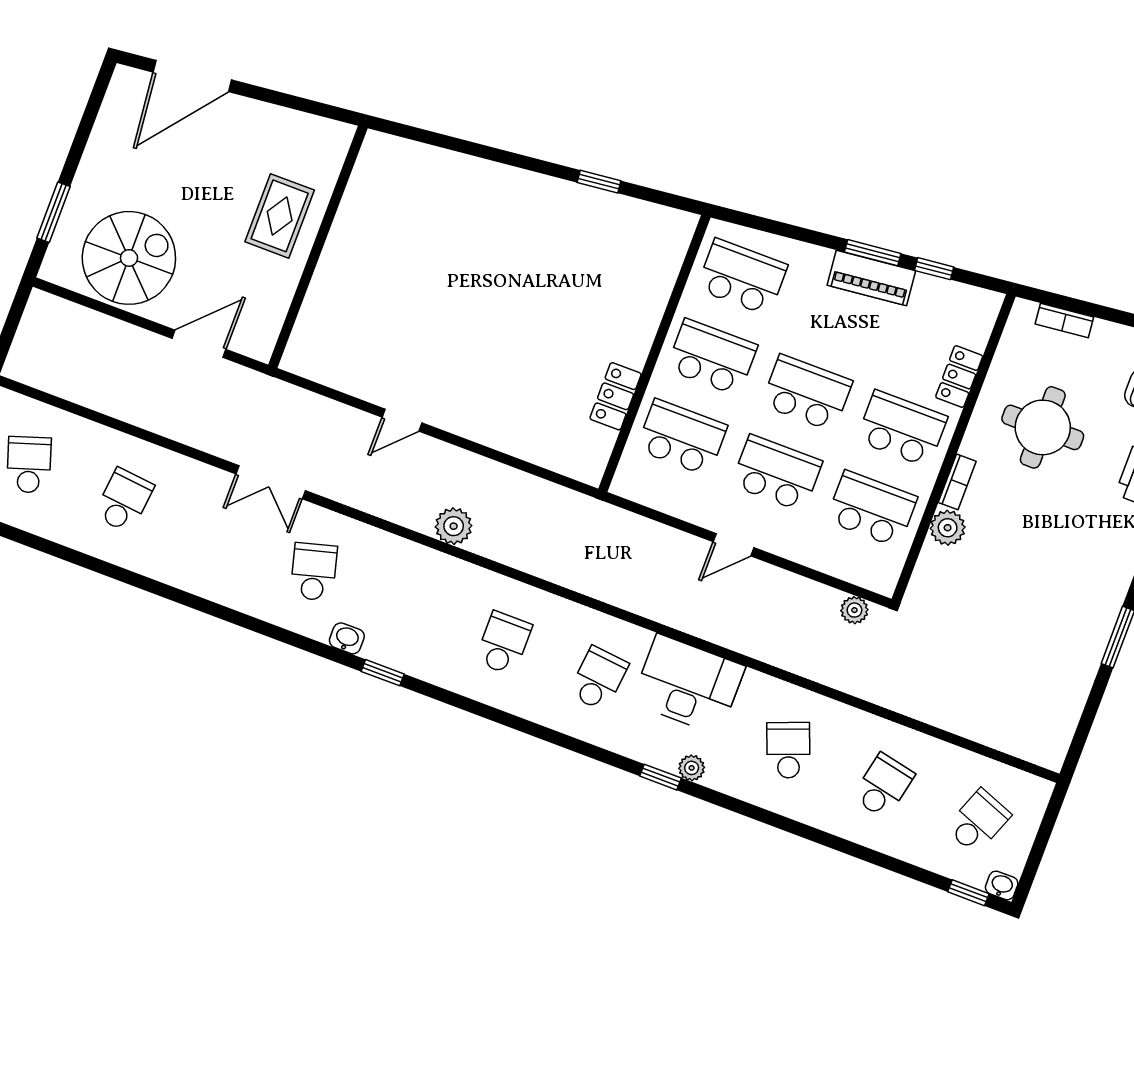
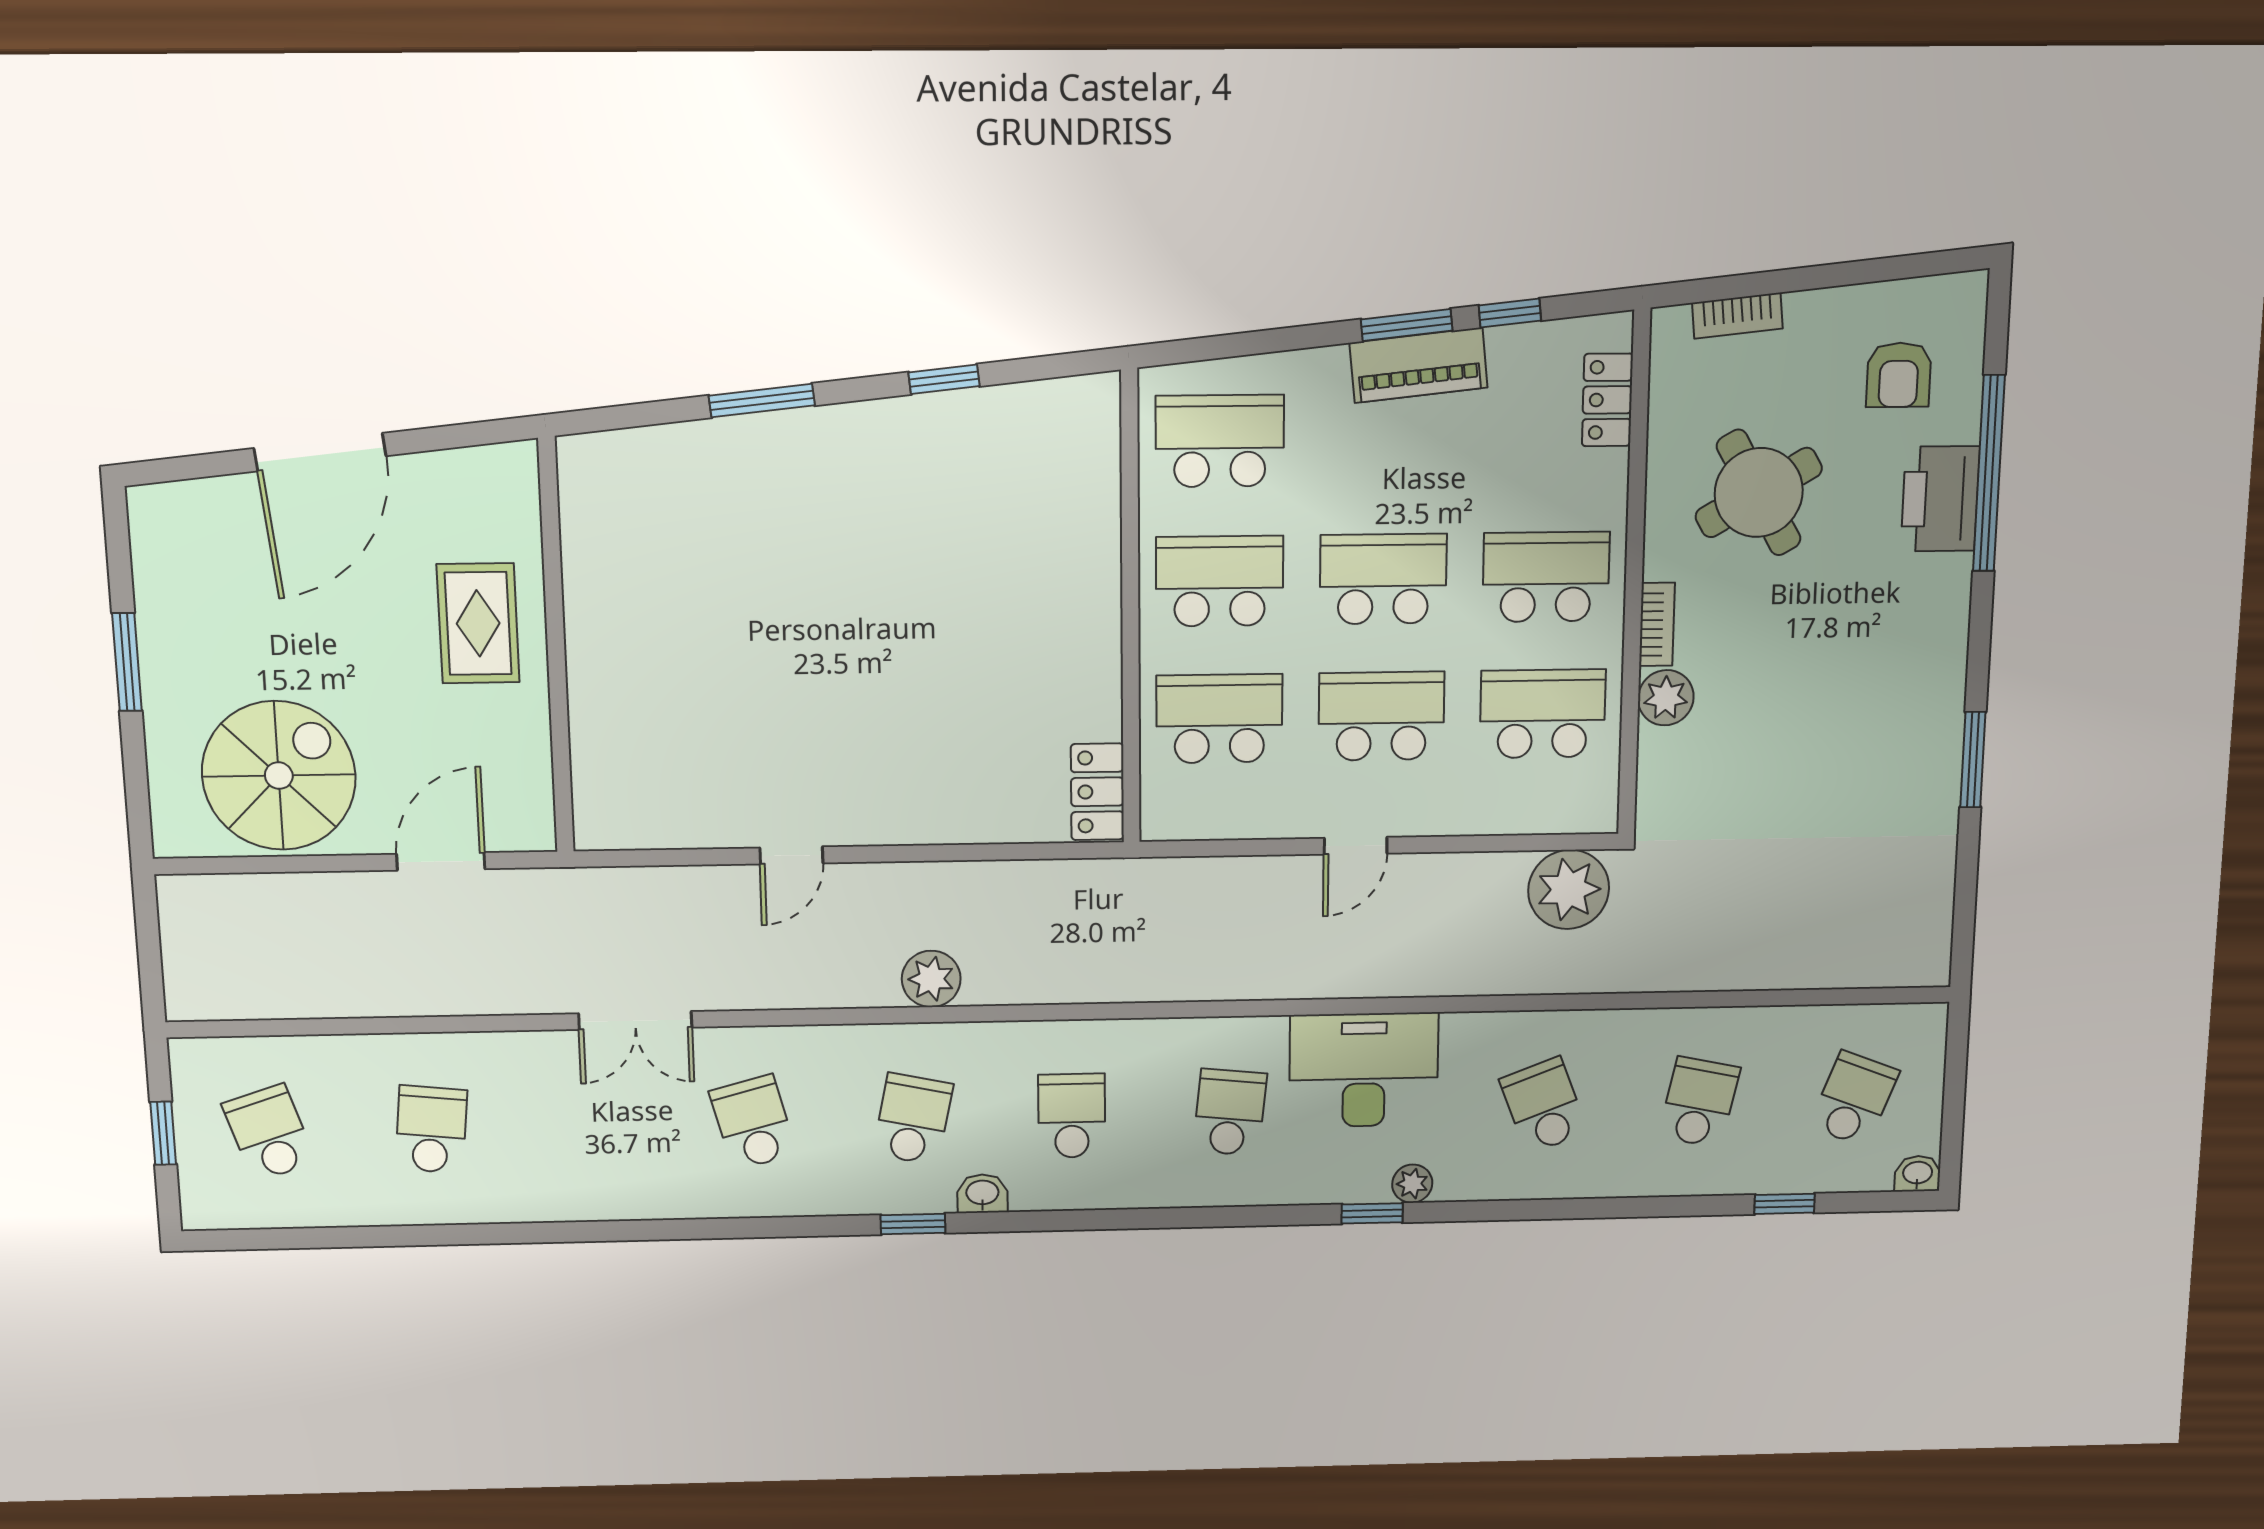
door: (192, 76) -> (320, 452), moved
window: (492, 154) -> (762, 400), added
window: (53, 212) -> (127, 662), moved
locker: (959, 377) -> (1607, 400), moved
locker: (616, 396) -> (1097, 792), moved
round table: (1043, 427) -> (1759, 493), turned -30
school desk: (409, 607) -> (913, 1119), added
plant: (854, 610) -> (1569, 889), width x1.88, depth x1.88
washbasin: (347, 638) -> (982, 1194), moved
window: (968, 893) -> (1785, 1204), moved

